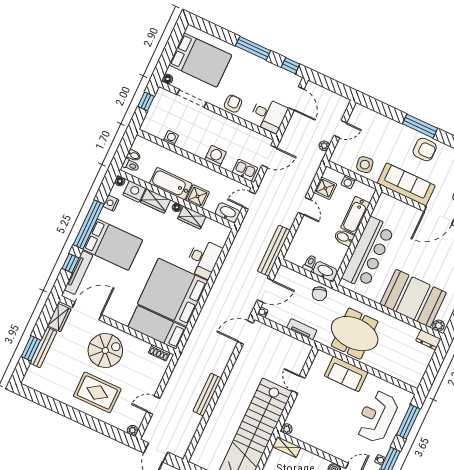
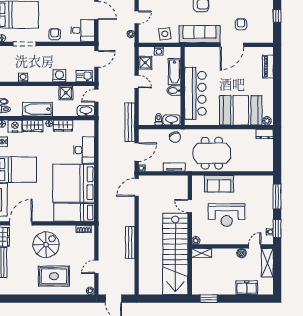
shower: (198, 196) -> (66, 93), moved
reception desk: (377, 417) -> (227, 215), moved, turned -90

